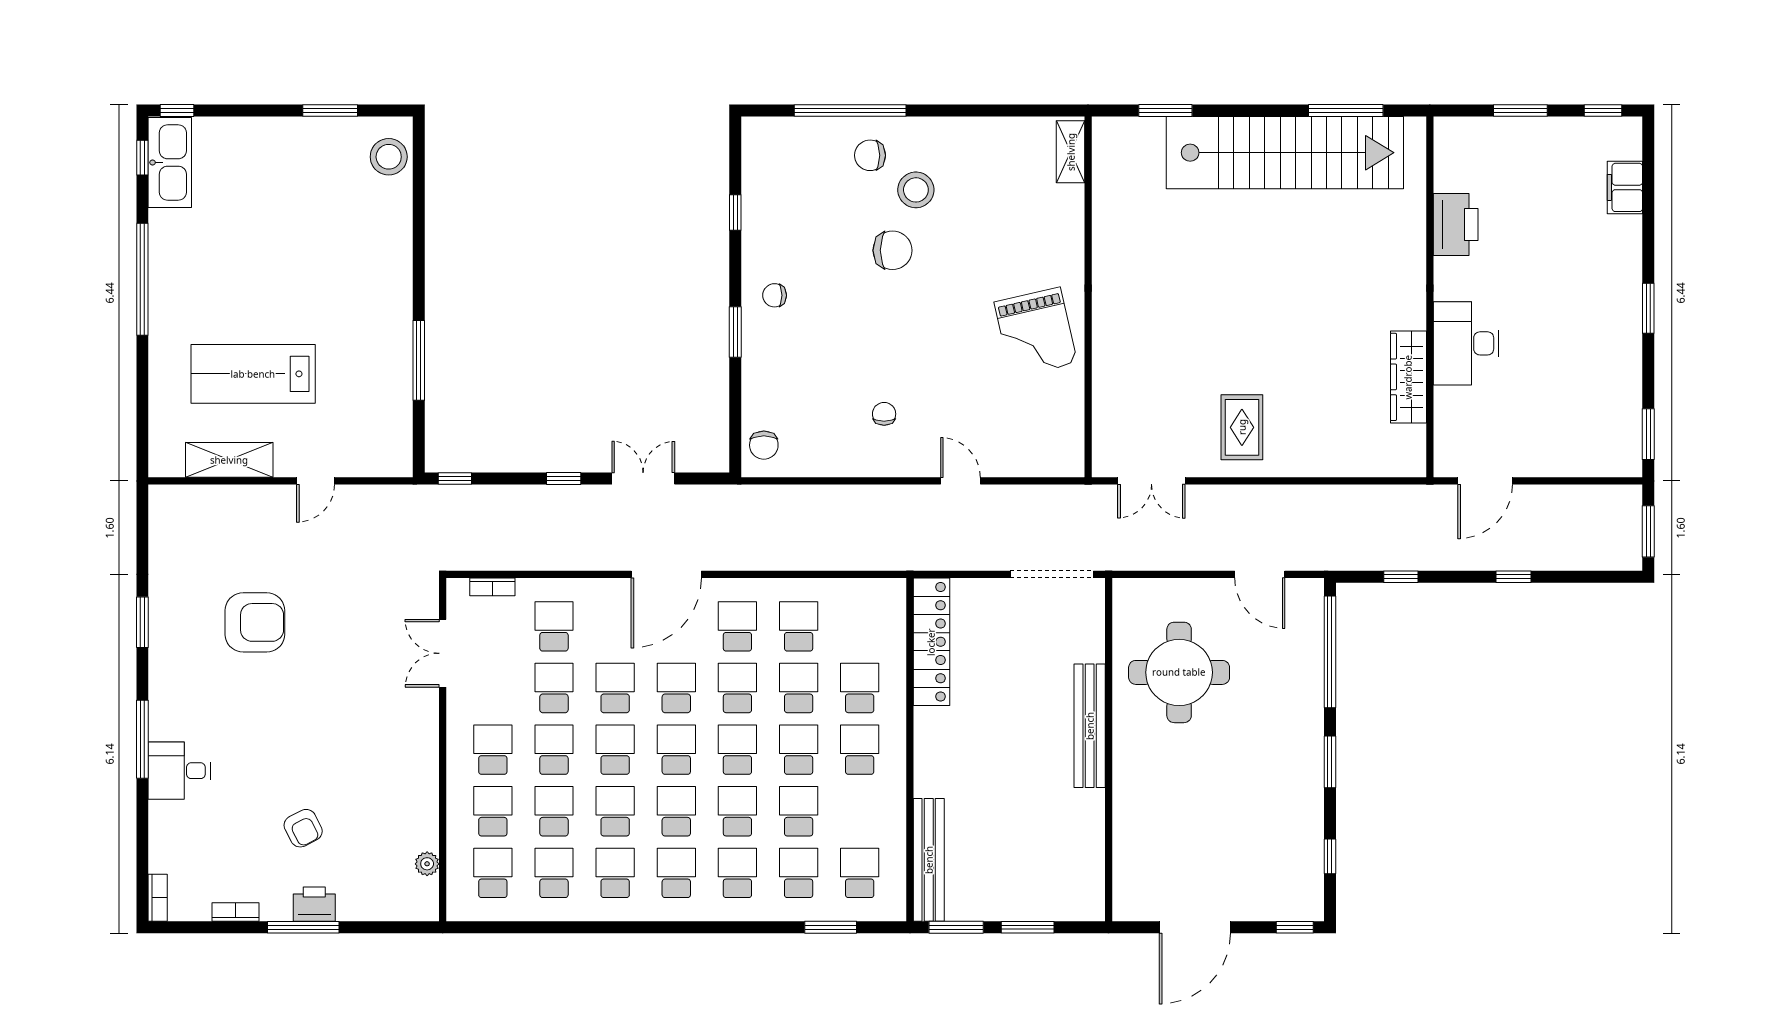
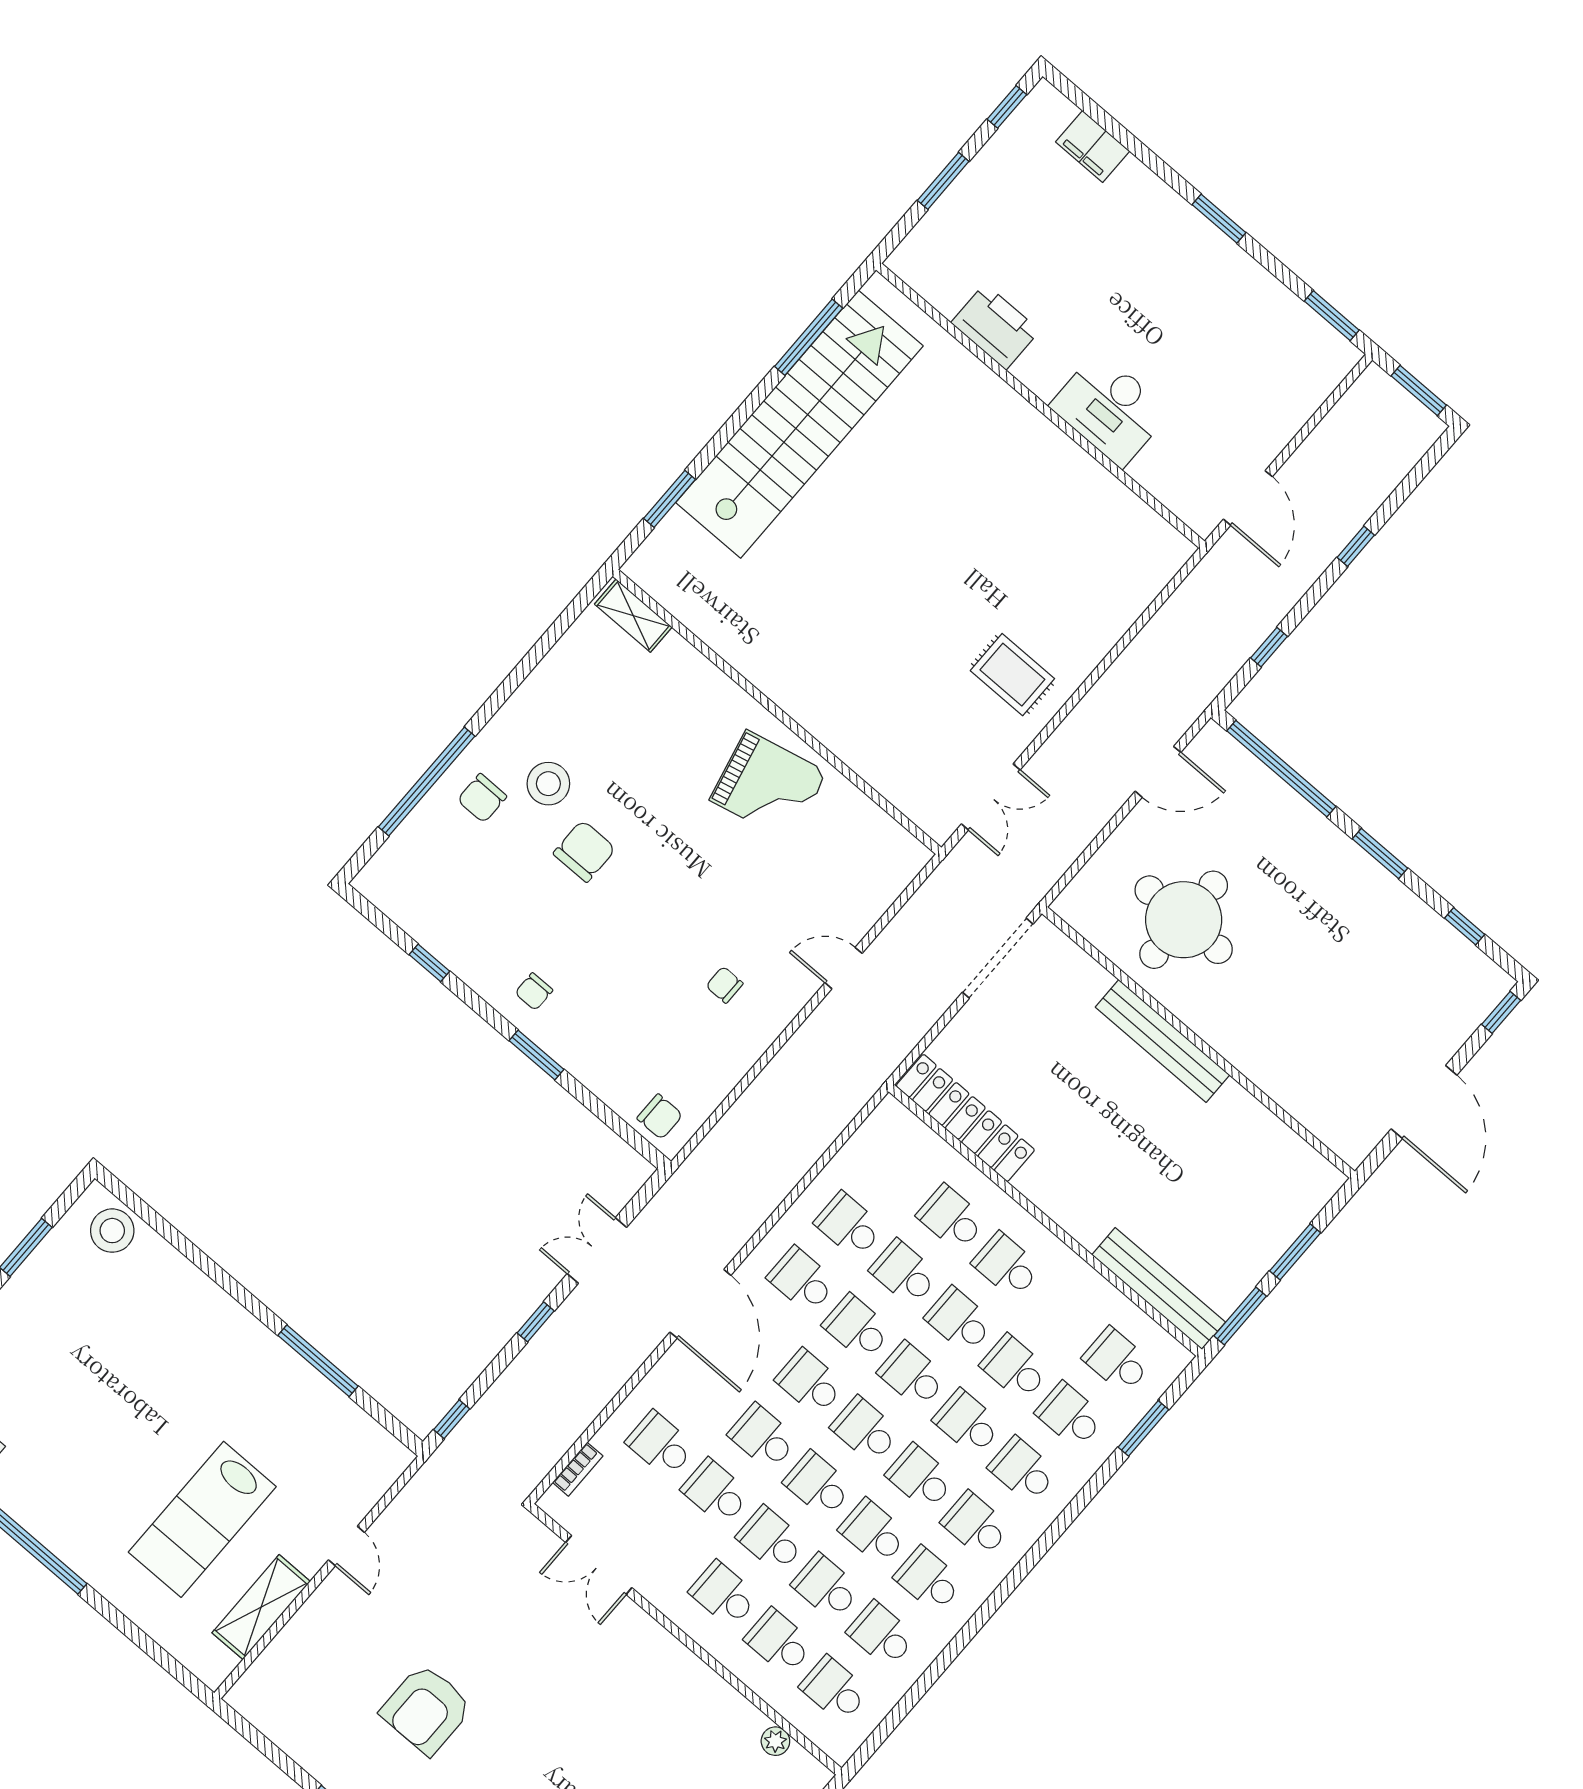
wardrobe: (1408, 377) -> (1096, 486), removed
armchair: (255, 622) -> (426, 1709), turned 180

